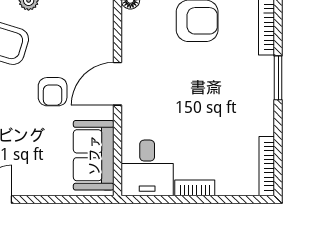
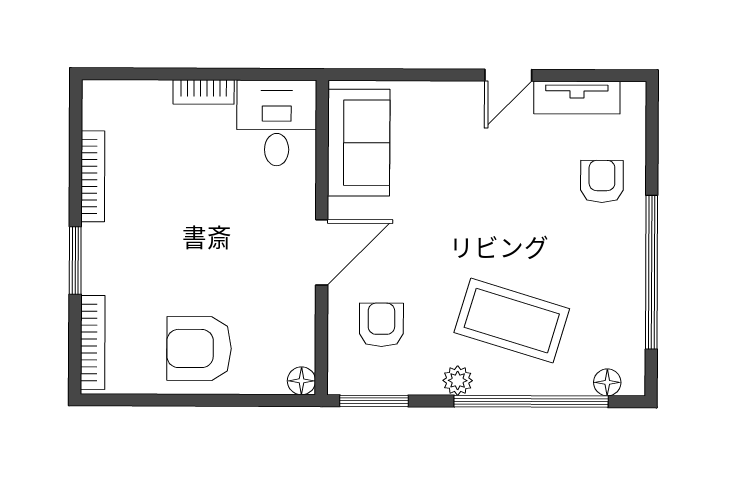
armchair: (53, 92) -> (381, 325), moved
bookcase: (267, 166) -> (93, 176), moved

